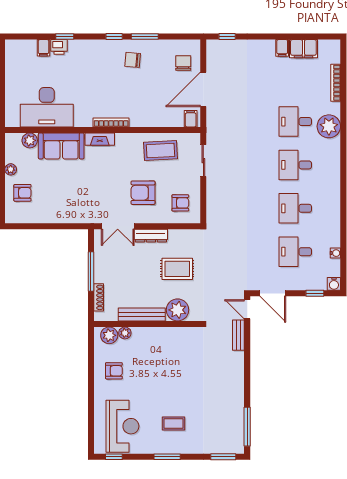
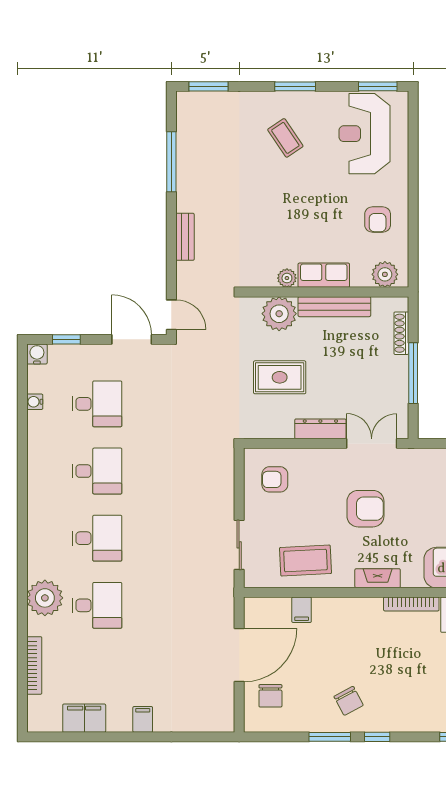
window: (227, 37) -> (202, 737), removed
filing cabinet: (282, 48) -> (143, 719), moved
chair: (133, 60) -> (349, 701), turned 57
filing cabinet: (191, 119) -> (302, 610), moved
bookcase: (111, 122) -> (411, 604), moved
fireplace: (100, 139) -> (378, 578), moved
armchair: (143, 193) -> (365, 509), moved
plant: (125, 333) -> (287, 278), moved
row of seats: (149, 335) -> (324, 275), added
bench: (238, 335) -> (185, 237), moved
armchair: (114, 371) -> (378, 220), turned -90
coffee table: (174, 423) -> (285, 138), turned 56
window: (247, 427) -> (171, 162), moved
window: (114, 457) -> (378, 86), width x1.50

